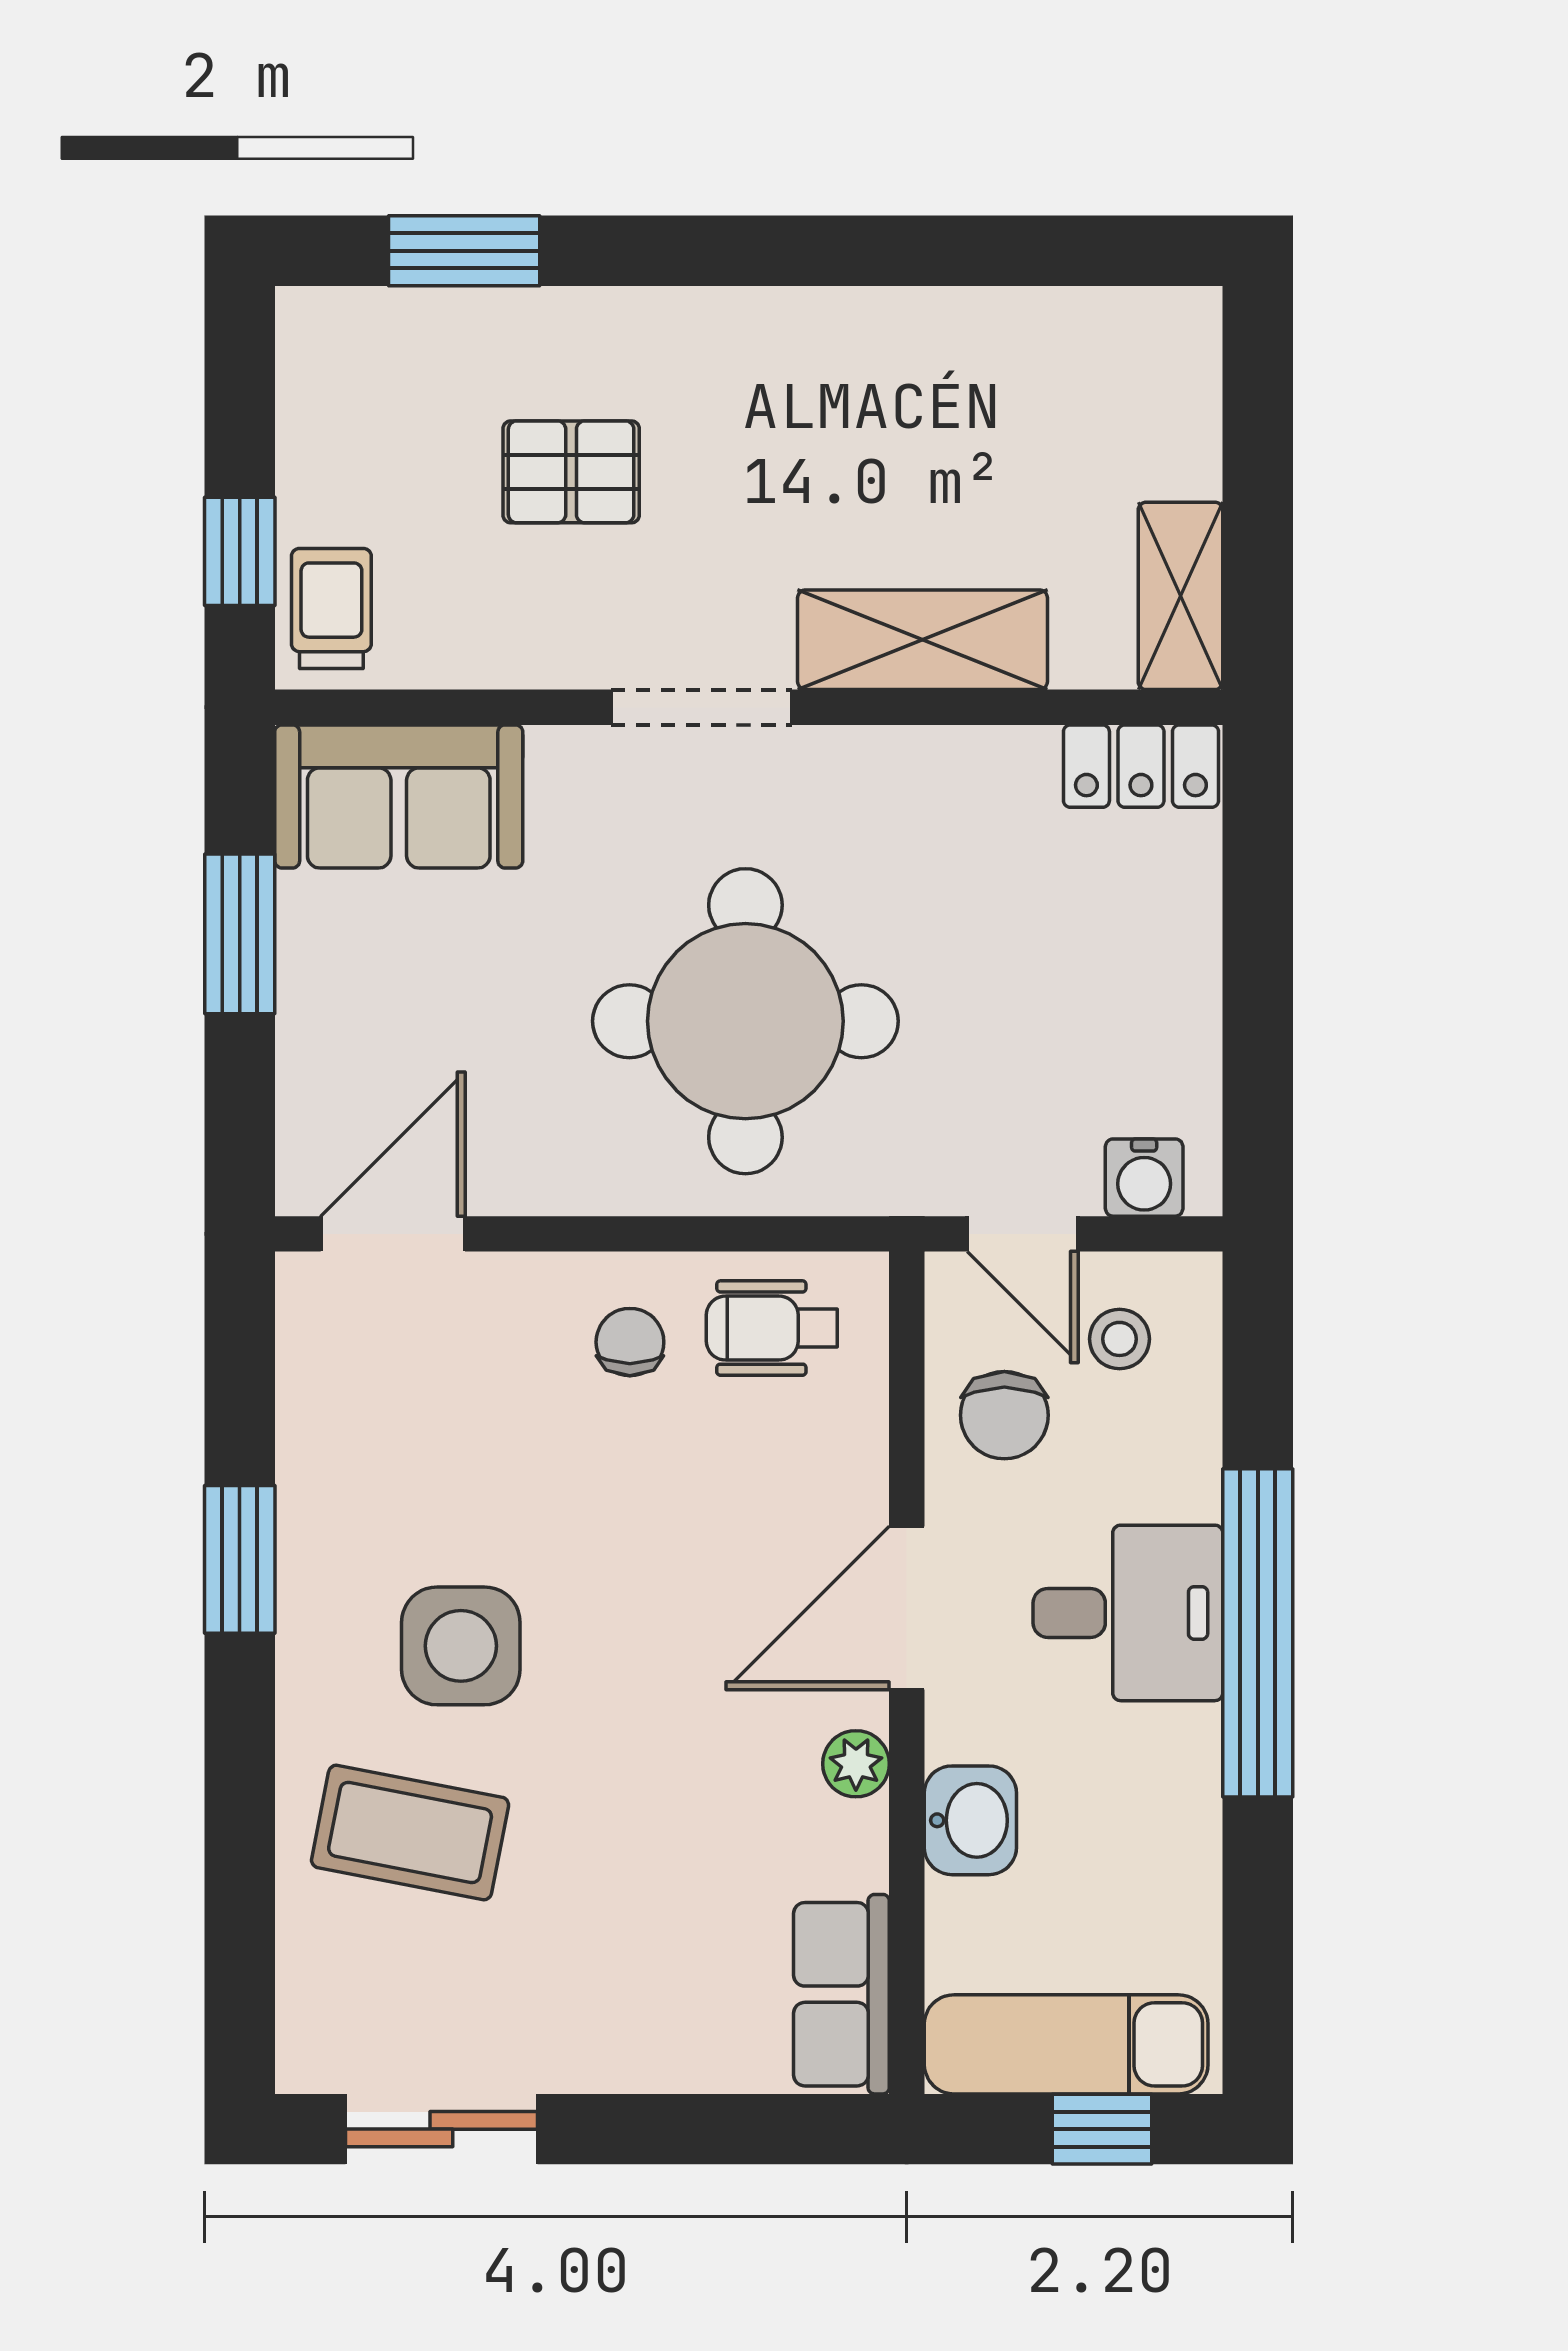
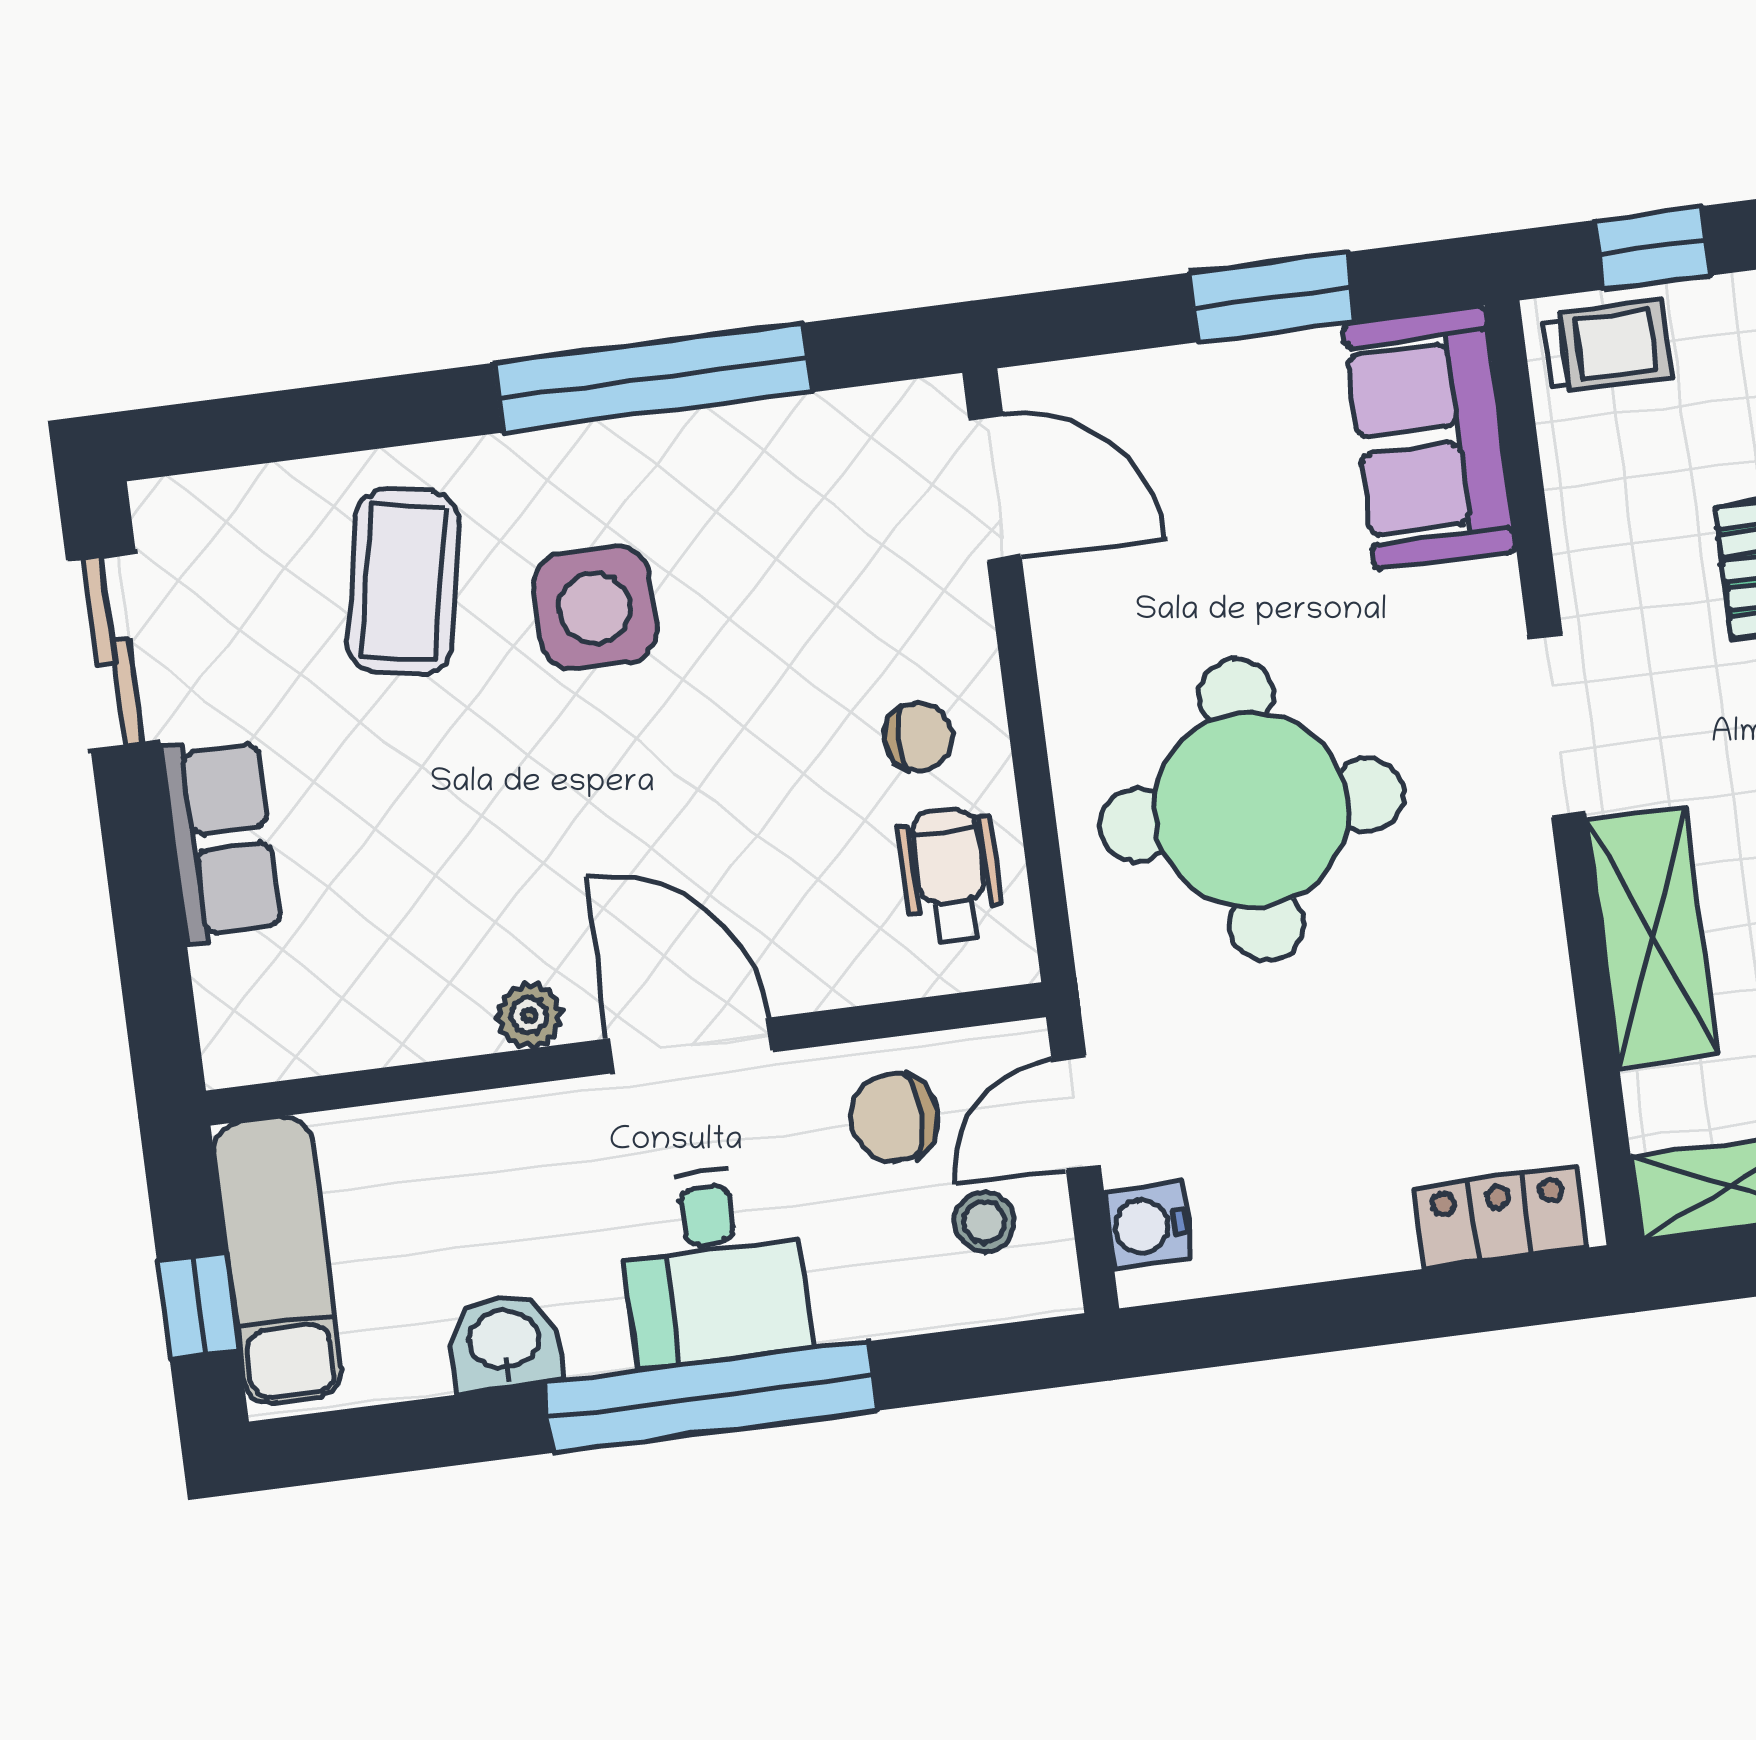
locker: (1141, 766) -> (1500, 1217), moved, turned 90
window: (240, 1559) -> (652, 378), width x2.11
washbasin: (970, 1820) -> (504, 1342), moved, turned 180
row of seats: (841, 1994) -> (221, 840), moved, turned 90

